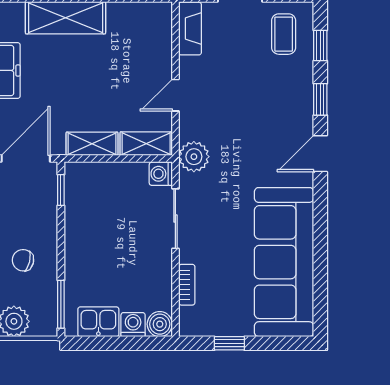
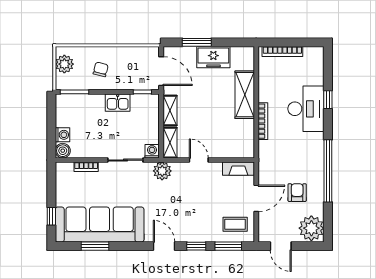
window: (320, 45) -> (228, 246), width x1.50
window: (320, 270) -> (95, 246), added
kitchen sink: (98, 322) -> (118, 103), moved, turned 90
window: (229, 343) -> (51, 216), moved

